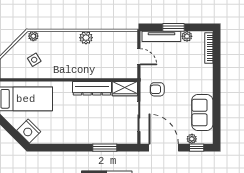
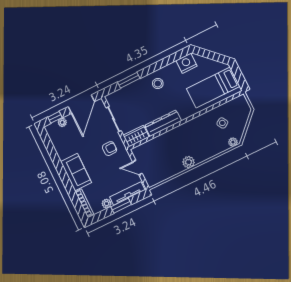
sofa: (202, 113) -> (76, 172), moved
stool: (78, 130) -> (158, 84), added
nightstand: (29, 131) -> (186, 63), moved, turned -45
door: (164, 148) -> (81, 104), hinge flipped

